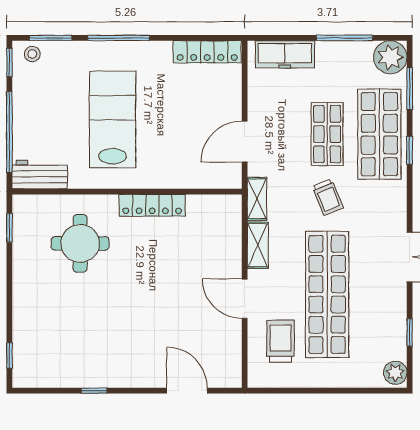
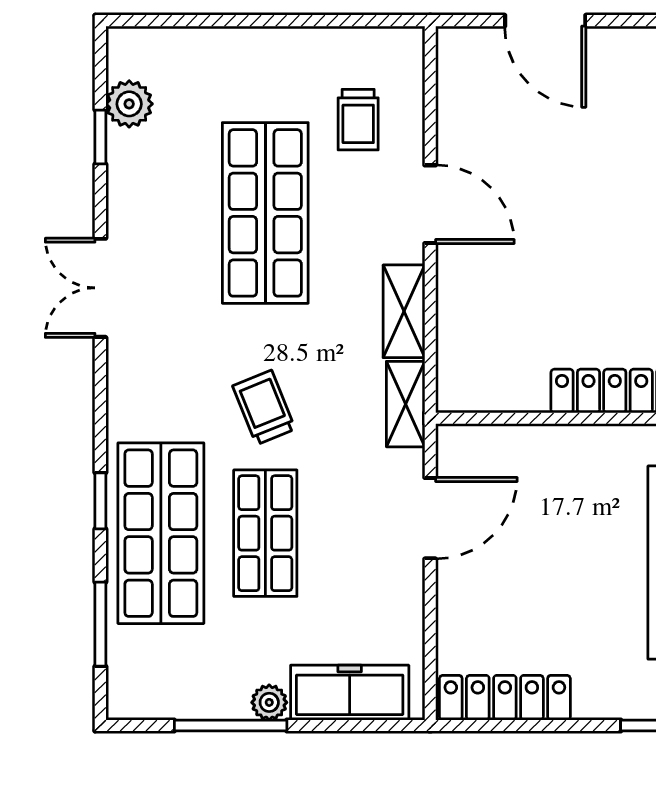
plant: (390, 57) -> (269, 702), moved, width x0.53, depth x0.53
shop shelf: (327, 294) -> (265, 213), width x0.71
trolley: (281, 341) -> (358, 120), width x0.73, depth x0.72
plant: (395, 373) -> (129, 104), moved

